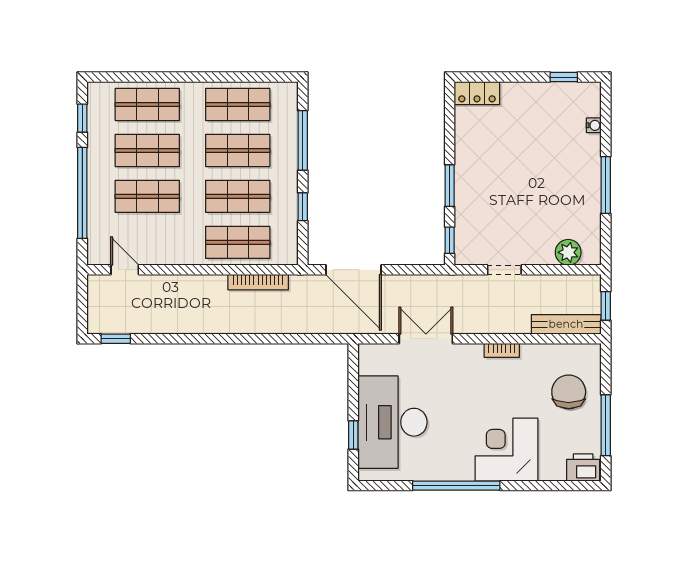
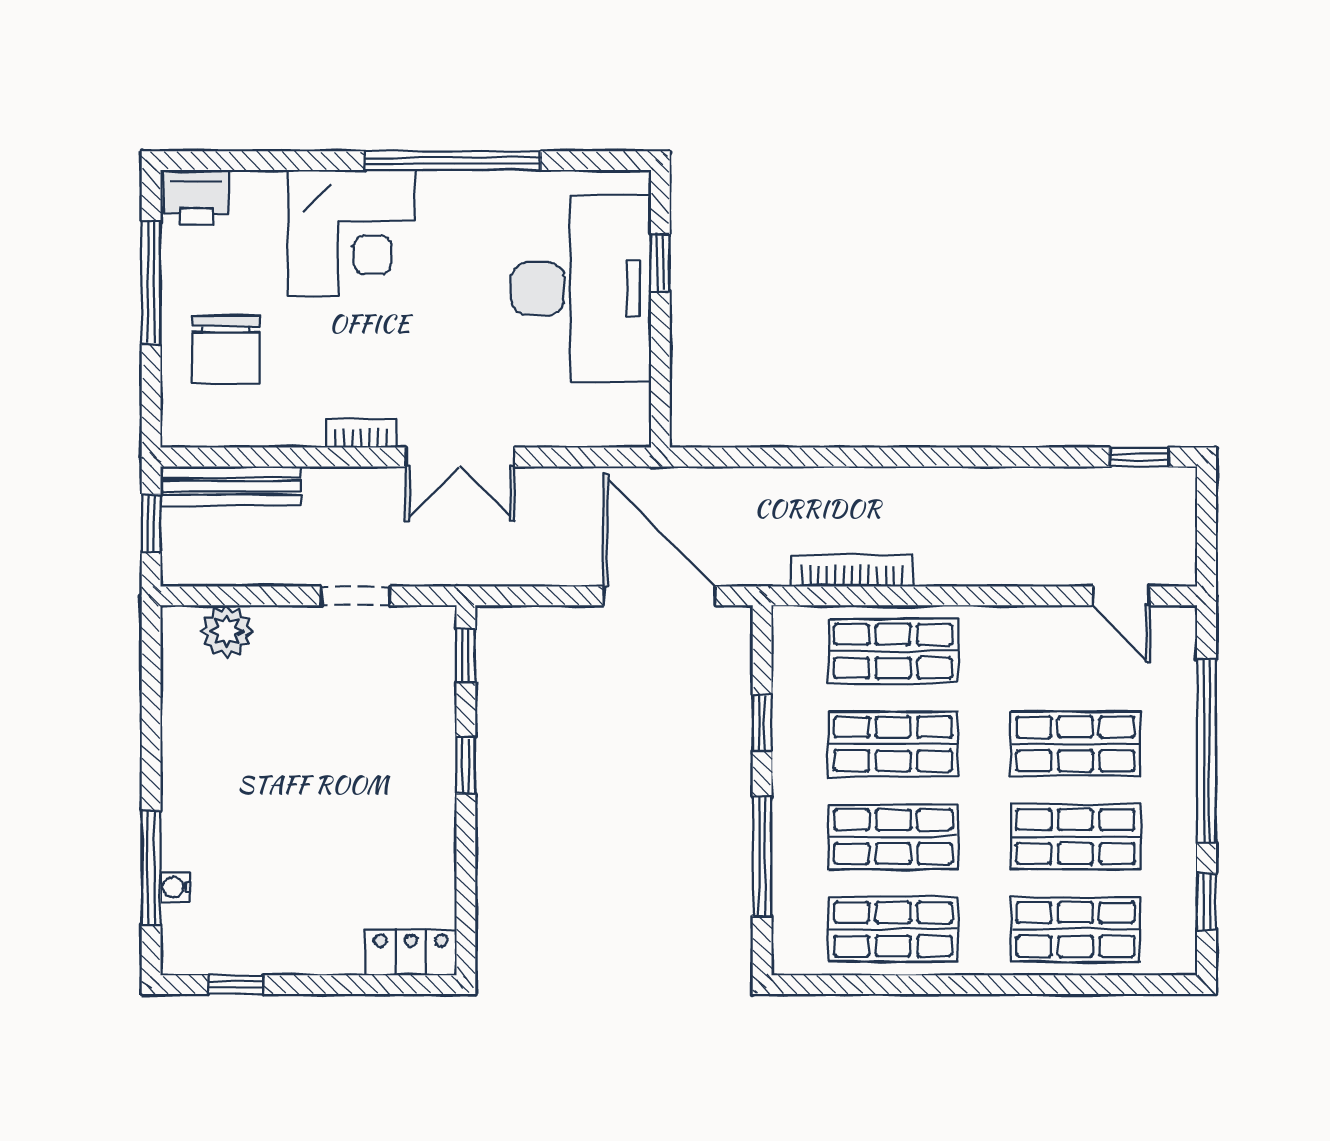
window: (606, 185) -> (151, 868), moved
window: (450, 186) -> (466, 765), width x0.67
double door: (426, 339) -> (460, 457), moved

